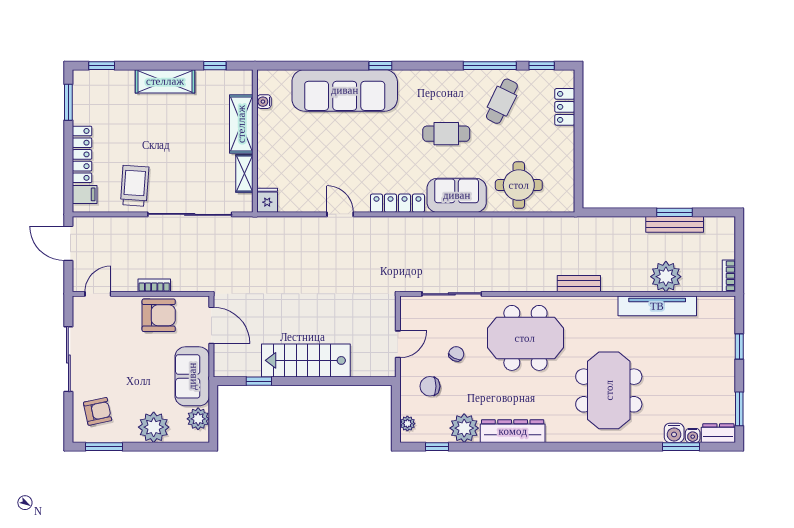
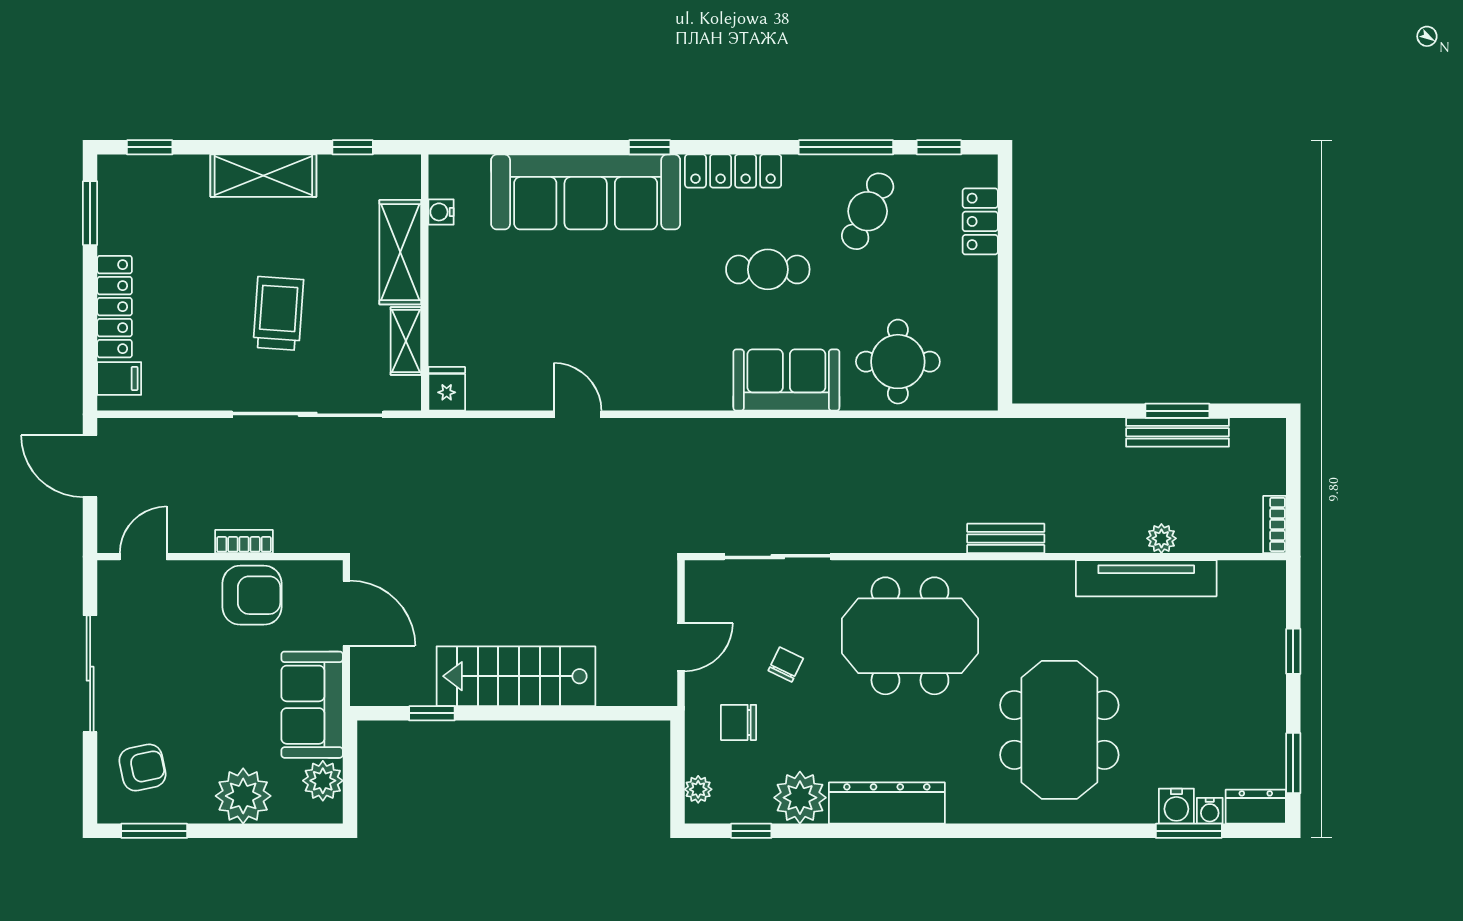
trolley: (135, 186) -> (278, 313), moved
locker: (397, 203) -> (733, 171), moved, turned 180
plant: (666, 277) -> (1161, 538), width x0.53, depth x0.53

